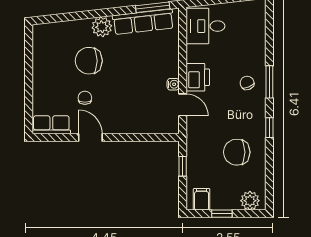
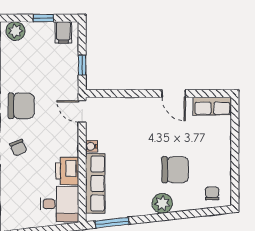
row of seats: (143, 22) -> (95, 183), moved, turned 96
printer: (198, 77) -> (67, 171), moved
chair: (85, 98) -> (212, 193), moved, turned 180
door: (183, 105) -> (82, 111), moved
chair: (237, 152) -> (21, 106), moved

